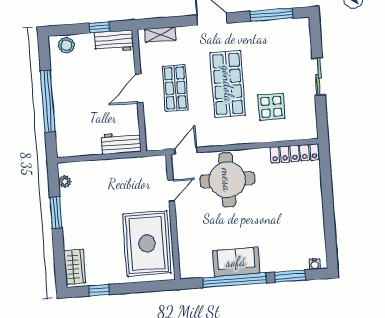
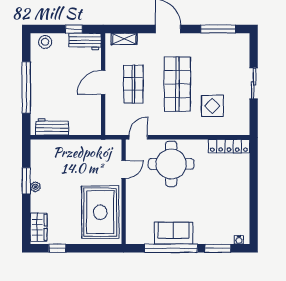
workbench: (121, 143) -> (52, 127), moved
plant: (65, 182) -> (35, 187), moved

